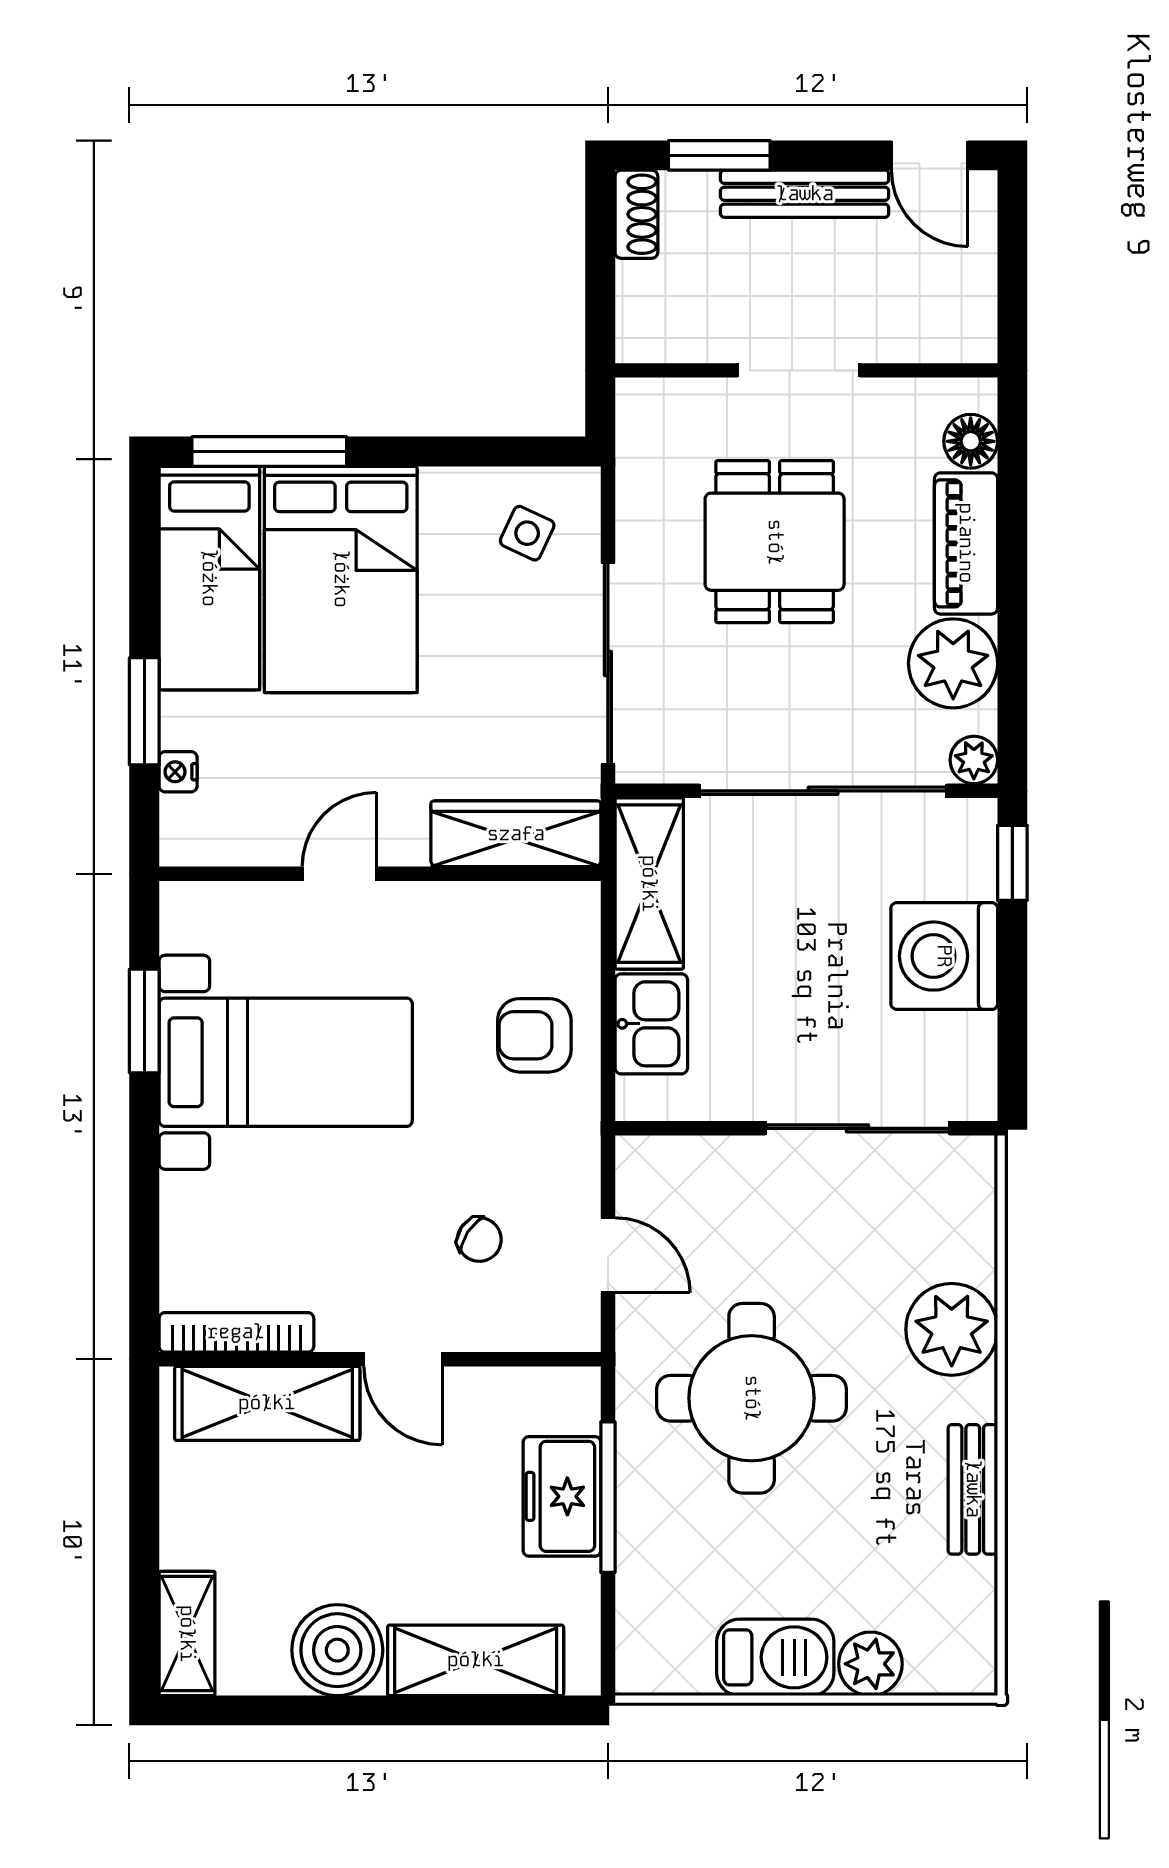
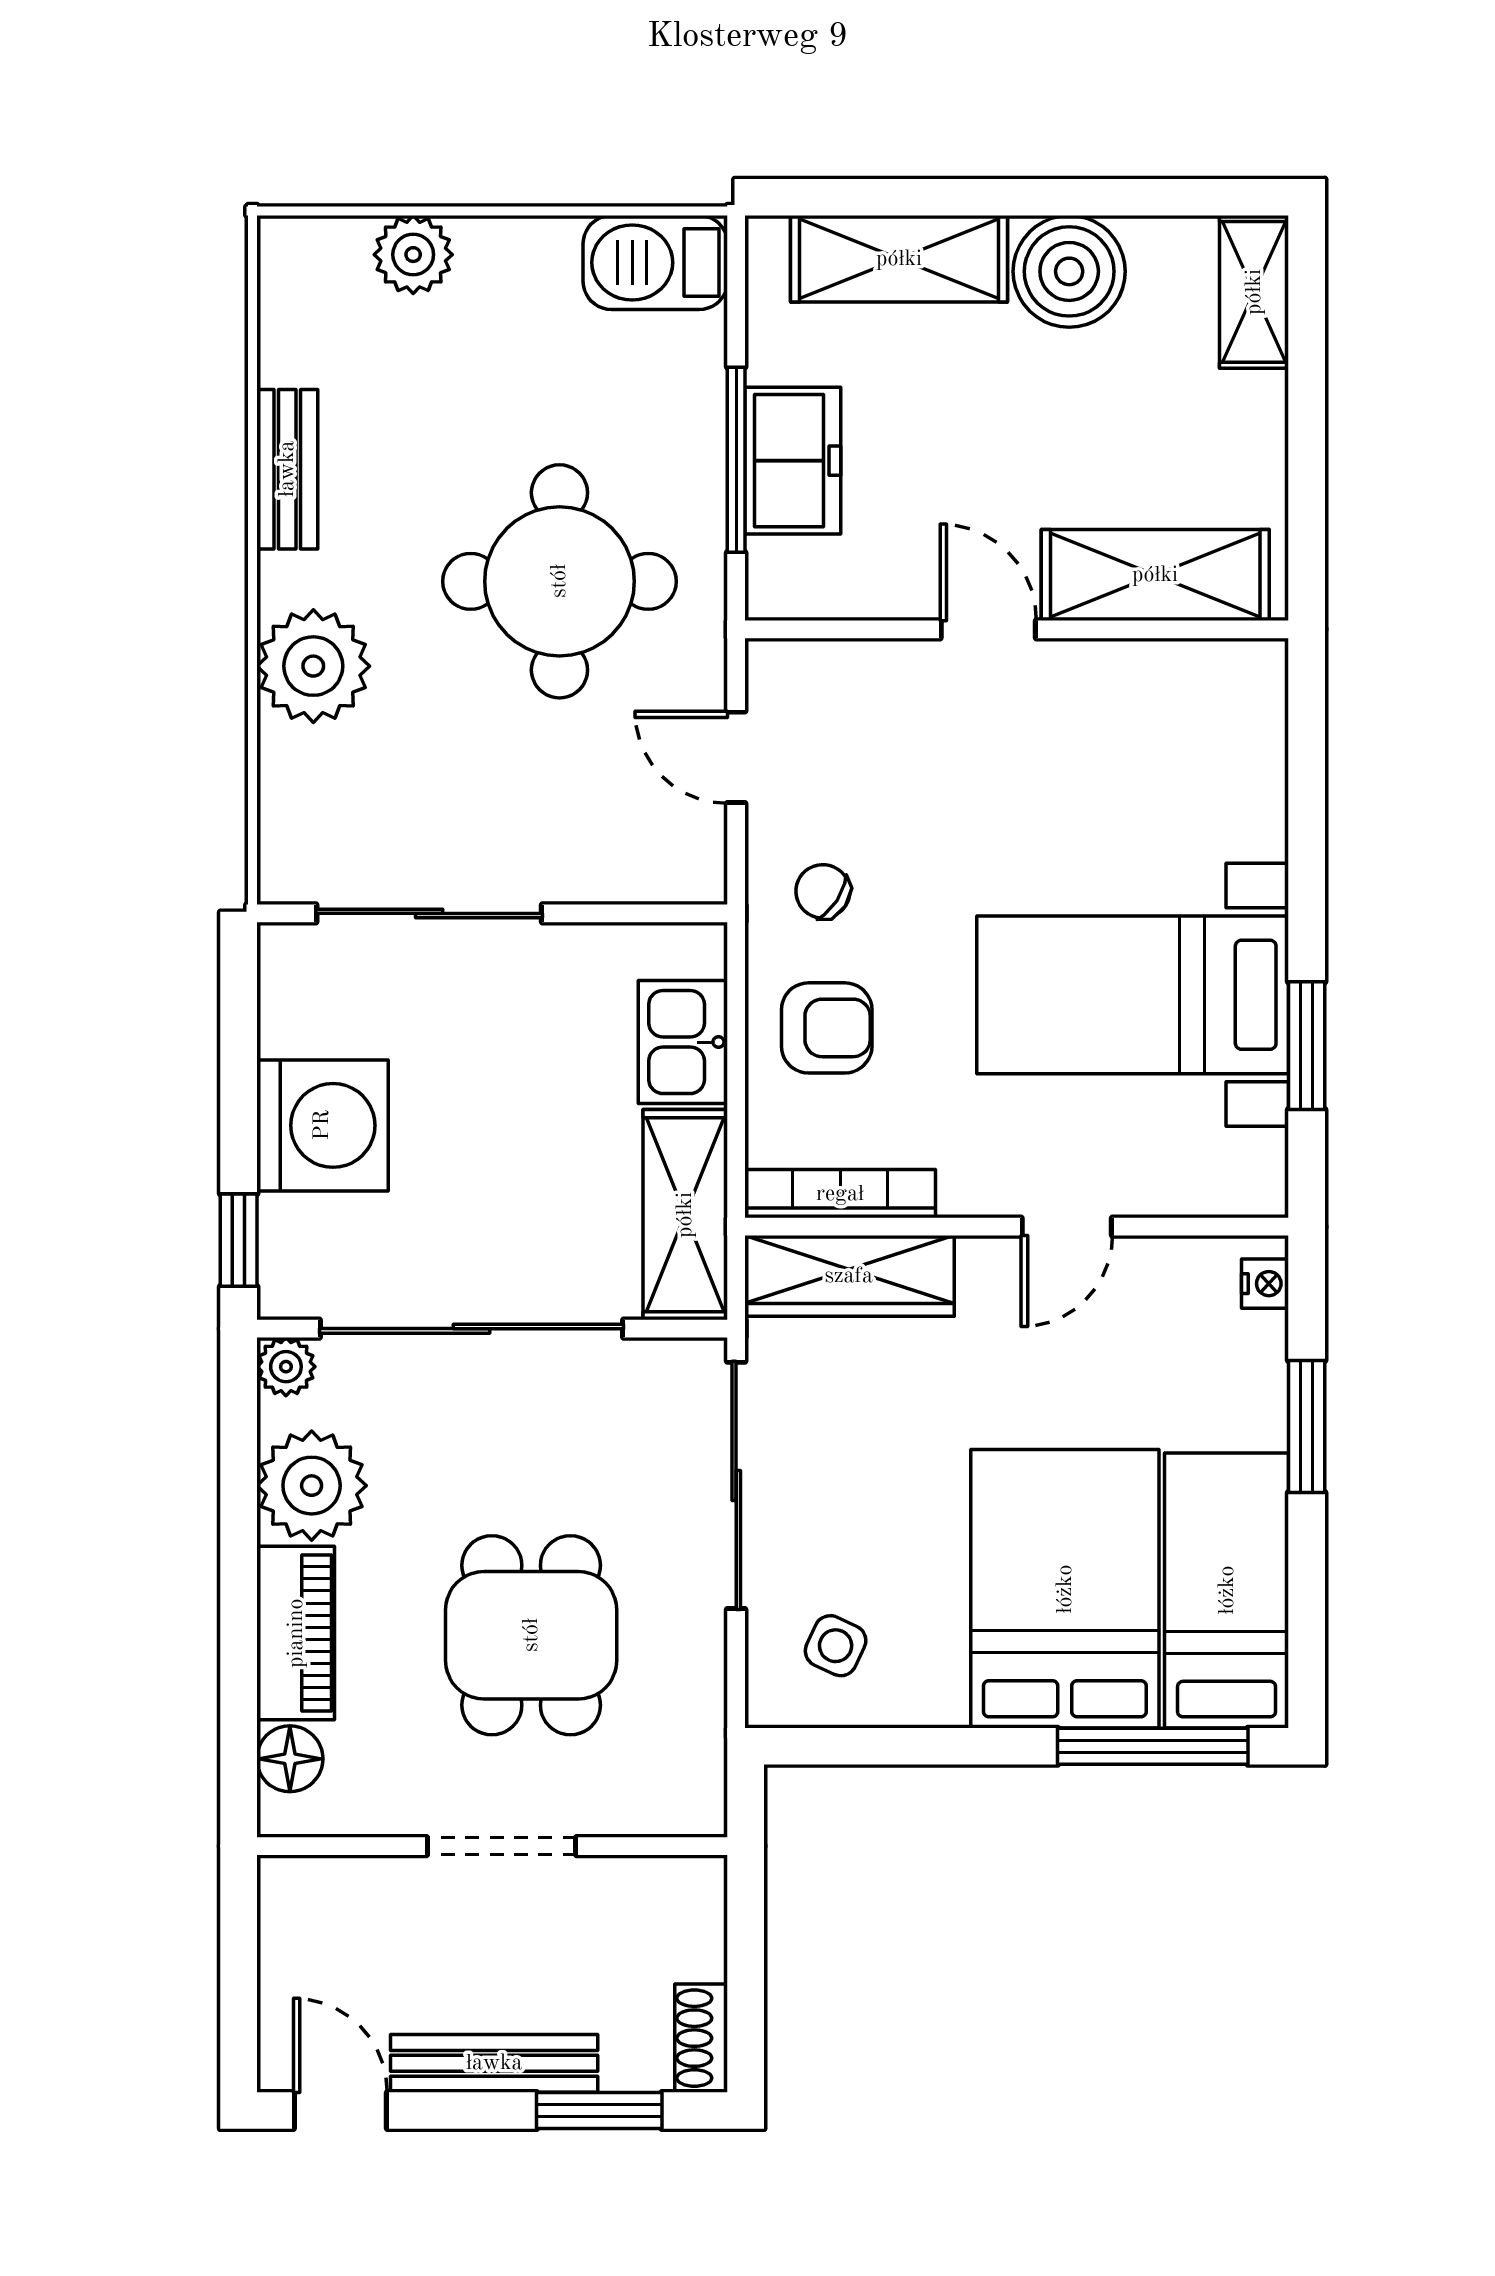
nightstand: (178, 772) -> (1265, 1284), moved
chair: (479, 1240) -> (823, 891), moved
bookcase: (236, 1332) -> (840, 1194), moved, turned 180
barbecue: (775, 1657) -> (655, 263), moved

